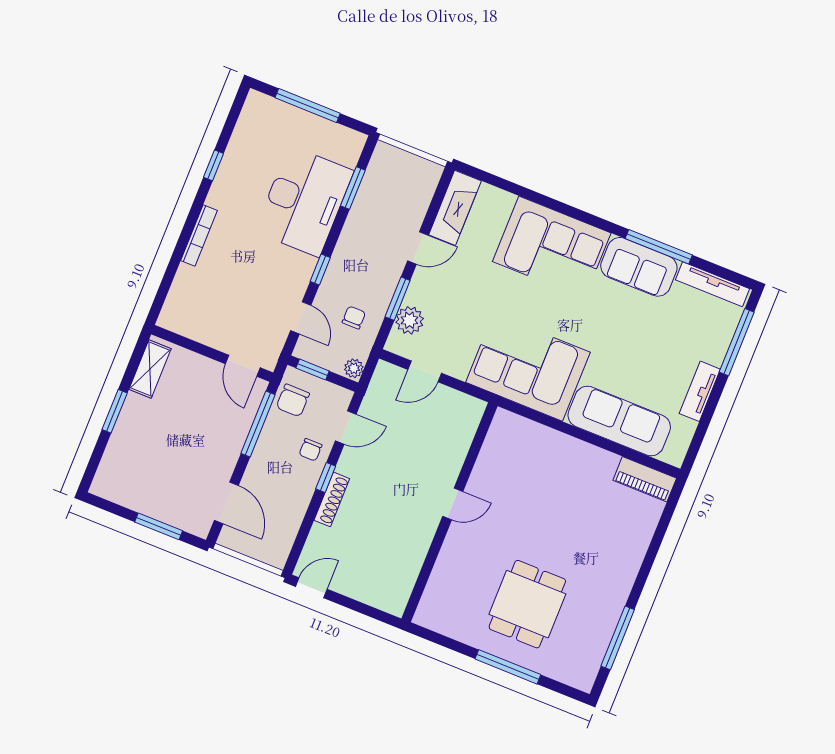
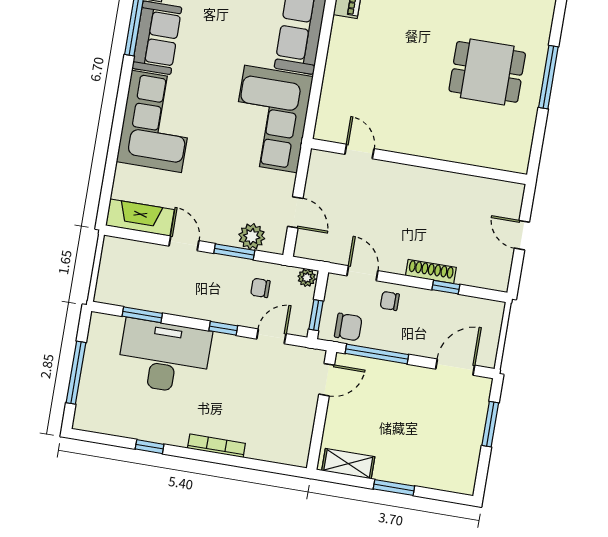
chair: (310, 450) -> (390, 301), turned 180
window: (326, 478) -> (446, 287), moved
door: (453, 504) -> (359, 152), moved
door: (311, 588) -> (522, 235), moved

